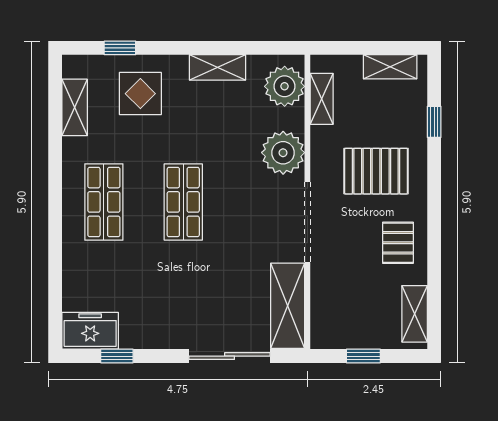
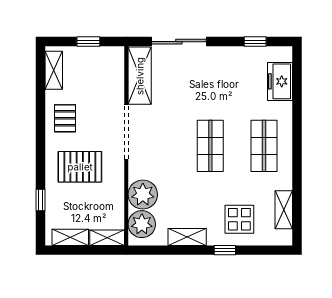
window: (120, 48) -> (225, 250), moved
shelving: (322, 99) -> (107, 238), moved, turned 90
plant: (283, 153) -> (143, 195), moved
freezer: (90, 331) -> (280, 81), moved, turned 90

